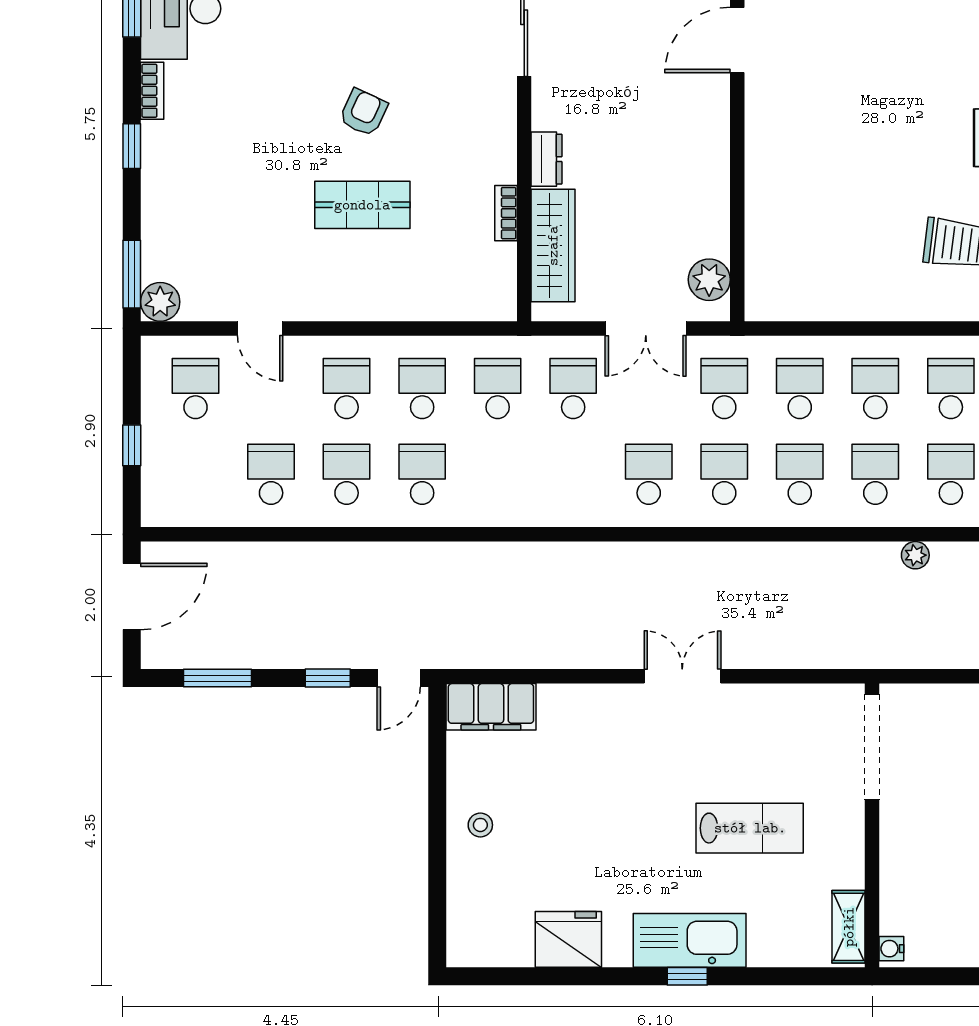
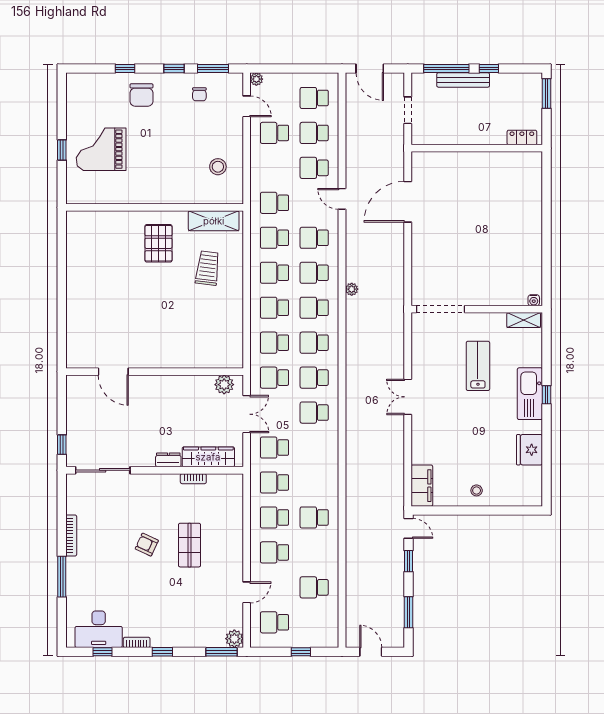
school desk: (347, 474) -> (314, 552), removed
door: (132, 597) -> (371, 652), width x0.73

